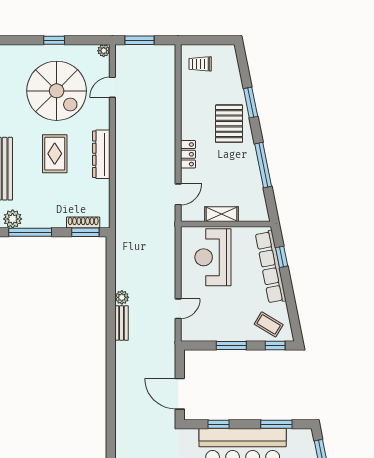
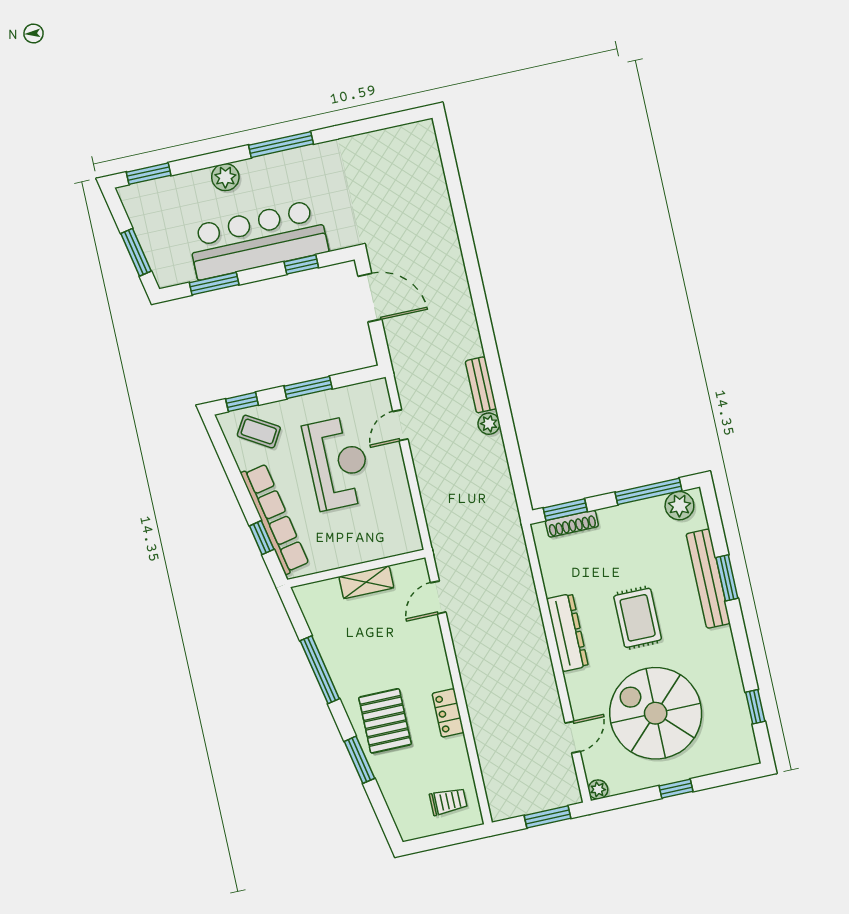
locker: (188, 154) -> (448, 713), moved
reception desk: (213, 257) -> (338, 463), moved

